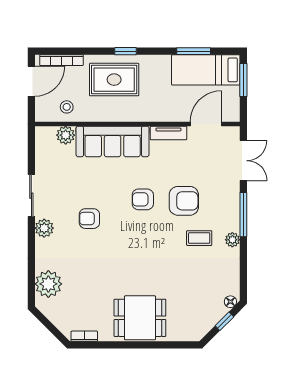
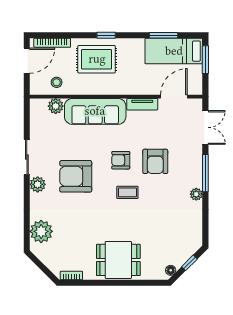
armchair: (184, 201) -> (155, 161), turned 90
armchair: (89, 219) -> (76, 176), width x1.88, depth x1.88
coffee table: (199, 238) -> (127, 192), moved
floor lamp: (230, 302) -> (171, 270), moved

